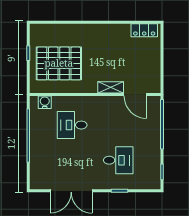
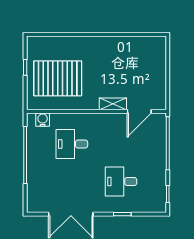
locker: (144, 30) -> (149, 43), removed
door: (135, 94) -> (139, 111), hinge flipped
desk: (118, 160) -> (121, 181), turned 180

